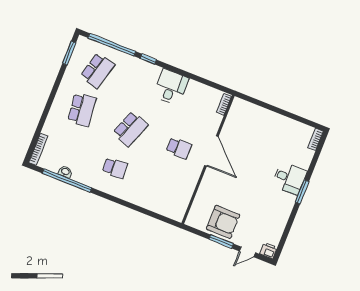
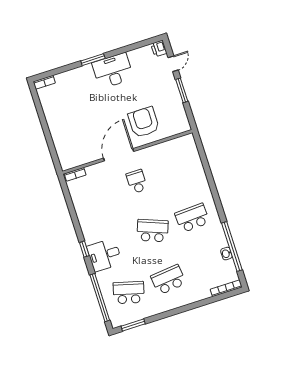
window: (148, 59) -> (84, 249), moved
desk: (171, 87) -> (104, 255), moved
school desk: (115, 168) -> (192, 218), width x1.85
desk: (289, 178) -> (113, 71), moved, width x1.37
armchair: (223, 222) -> (144, 122), moved
door: (247, 252) -> (173, 64), hinge flipped

